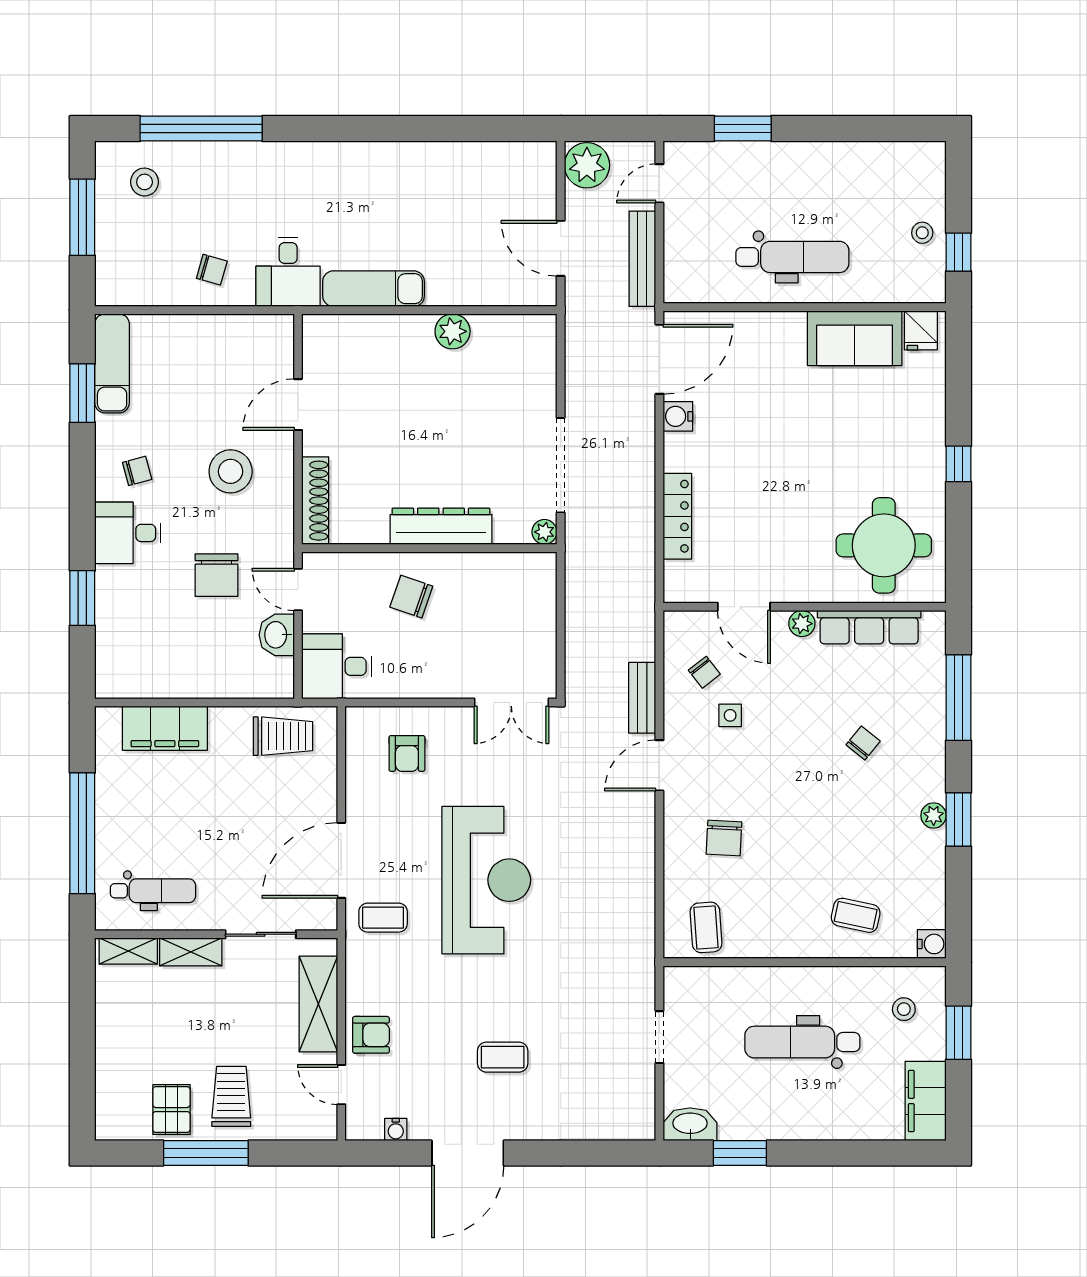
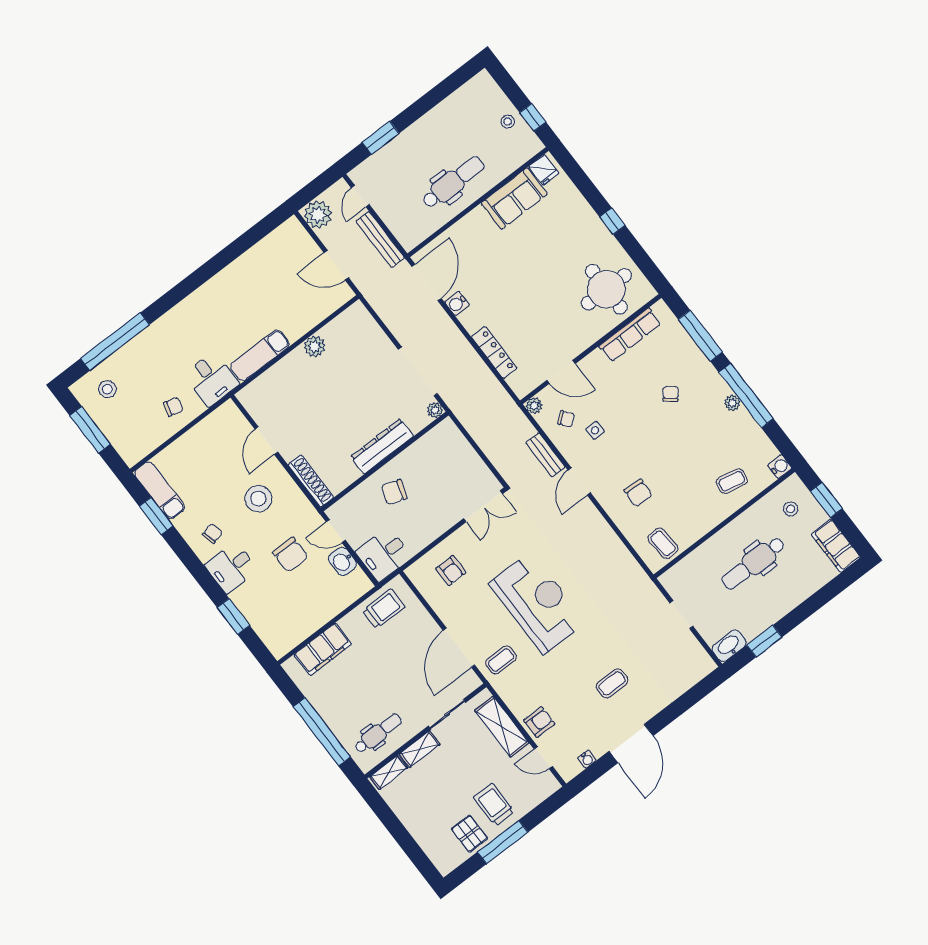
plant: (802, 624) -> (534, 406), moved
window: (959, 820) -> (746, 395), width x2.11

